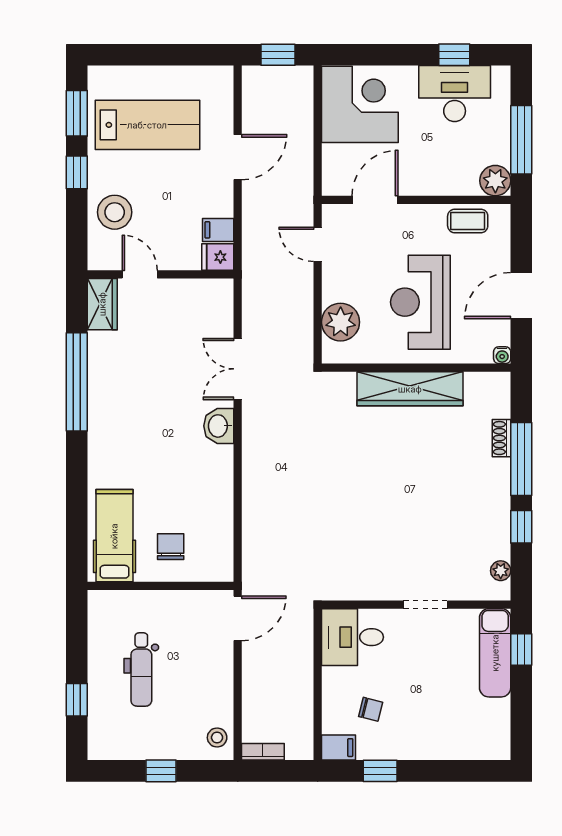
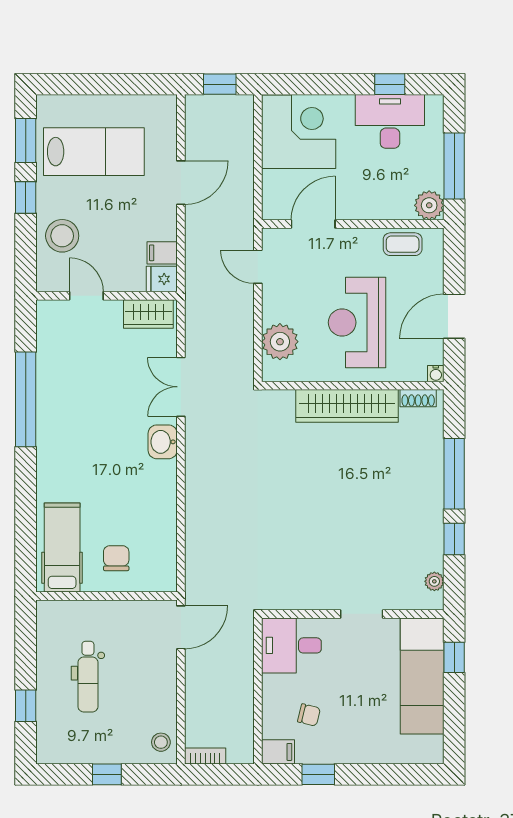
wardrobe: (102, 304) -> (148, 314), moved, turned 90
shoe rack: (501, 438) -> (418, 398), moved, turned -90
exam couch: (495, 653) -> (422, 676), width x1.36, depth x1.45

